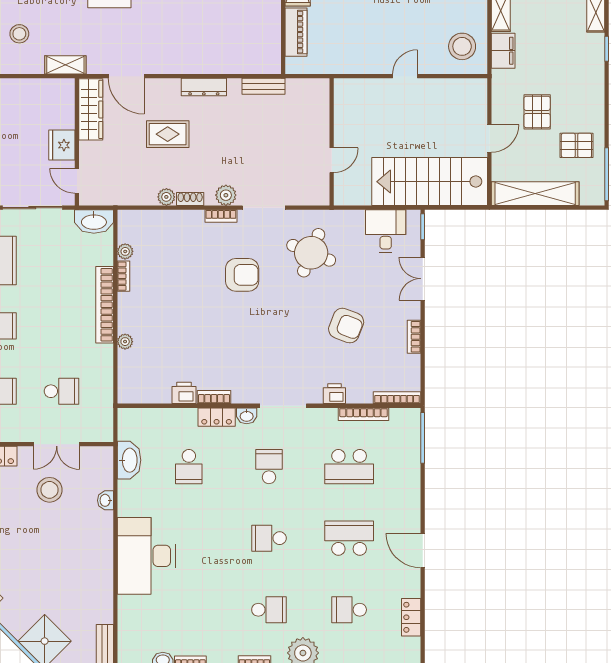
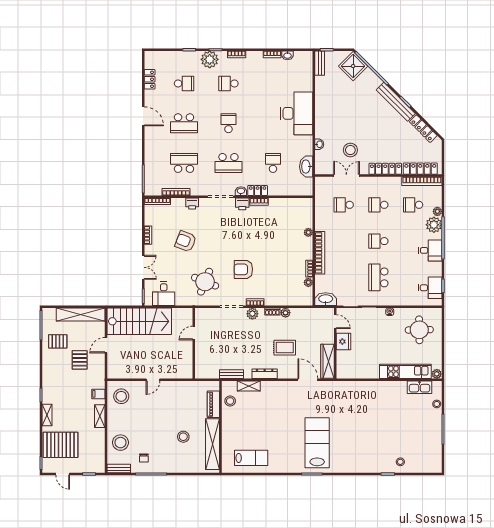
stool: (19, 34) -> (230, 401), moved
filing cabinet: (503, 51) -> (98, 394), width x0.50
shelving: (65, 65) -> (249, 386), moved
printer: (184, 393) -> (242, 204), moved
school desk: (269, 467) -> (228, 163), width x1.85
school desk: (269, 538) -> (228, 123), turned -90

